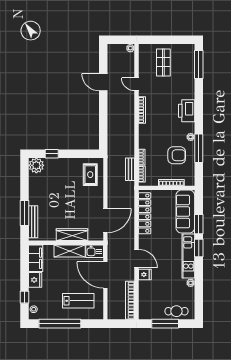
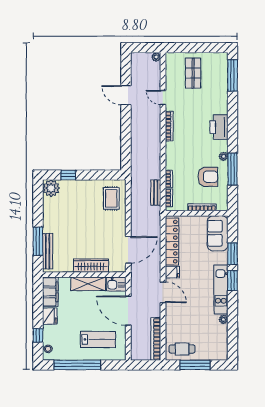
sofa: (185, 212) -> (218, 233), width x0.73
fridge: (145, 275) -> (172, 272), moved
cafe table: (176, 311) -> (182, 349), moved

